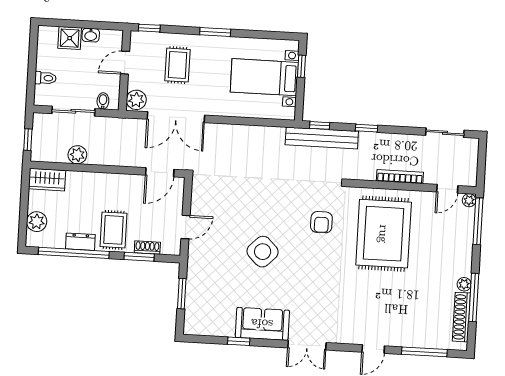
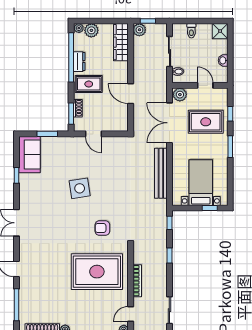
window: (149, 28) -> (230, 114), moved
shower: (70, 38) -> (220, 31), moved
rug: (177, 65) -> (206, 122), width x1.36, depth x1.43
bench: (322, 138) -> (161, 173), moved
plant: (77, 155) -> (139, 30), moved
door: (160, 172) -> (131, 94), moved
wardrobe: (47, 180) -> (121, 42), width x1.50
door: (447, 189) -> (131, 314), hinge flipped
plant: (32, 240) -> (79, 28), added
side table: (263, 252) -> (80, 188), turned 36
window: (139, 257) -> (71, 114), moved
sofa: (262, 324) -> (29, 155), moved

